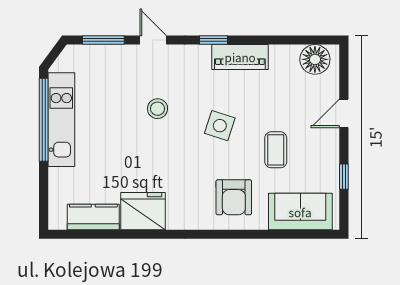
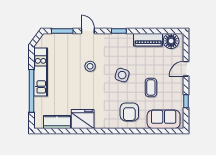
piano: (240, 57) -> (148, 40), moved
window: (44, 120) -> (31, 91), moved

